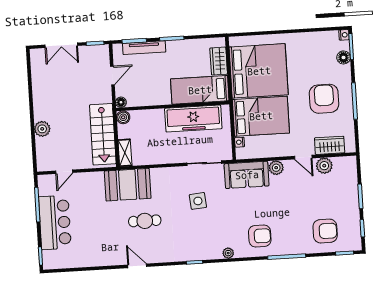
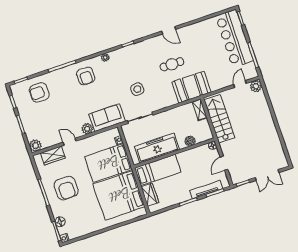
double door: (61, 45) -> (267, 175), swing flipped
boiler: (123, 117) -> (190, 141), moved
plant: (42, 129) -> (256, 86), moved
plant: (324, 166) -> (35, 146), moved
bar counter: (55, 222) -> (234, 39), width x1.36
armchair: (260, 236) -> (86, 76), turned -90

